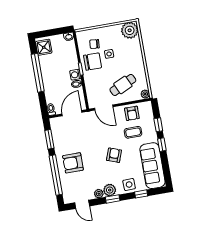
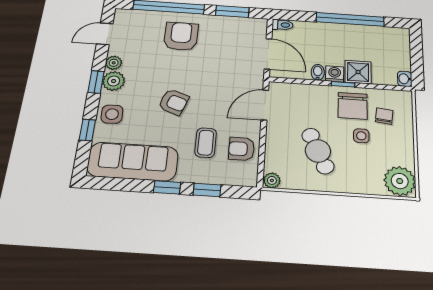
shower: (44, 47) -> (358, 72), moved
cafe table: (123, 85) -> (318, 151), moved

